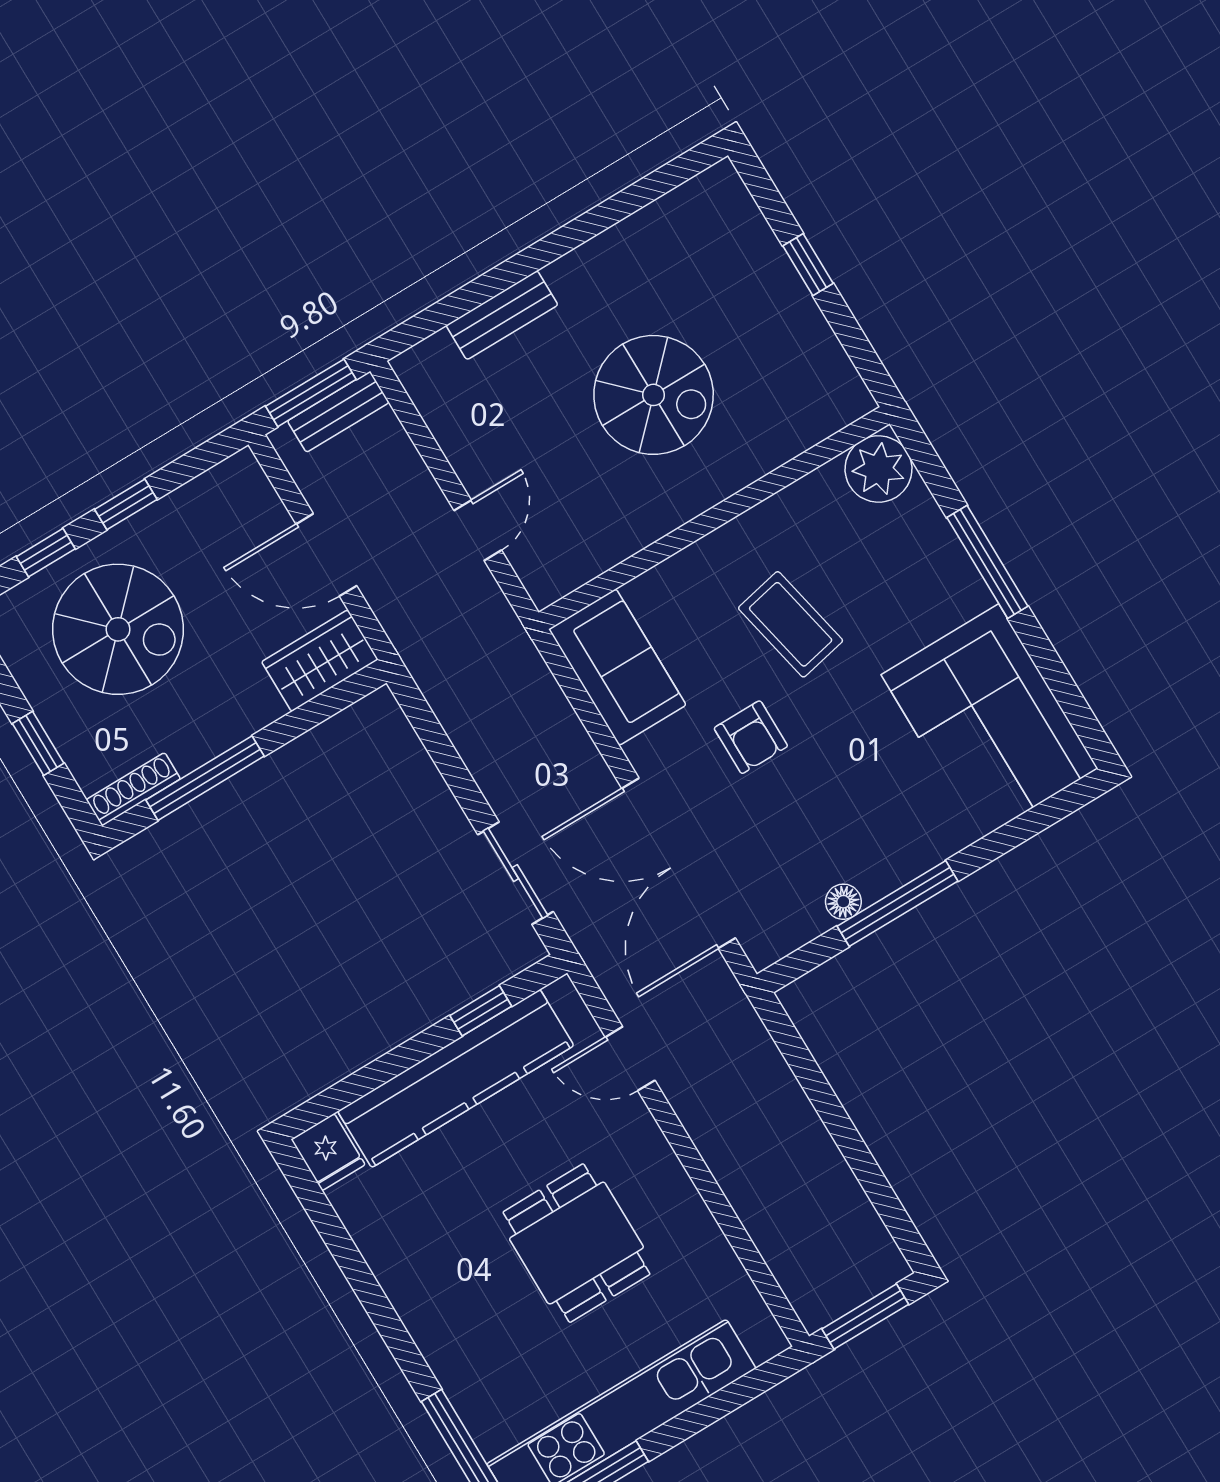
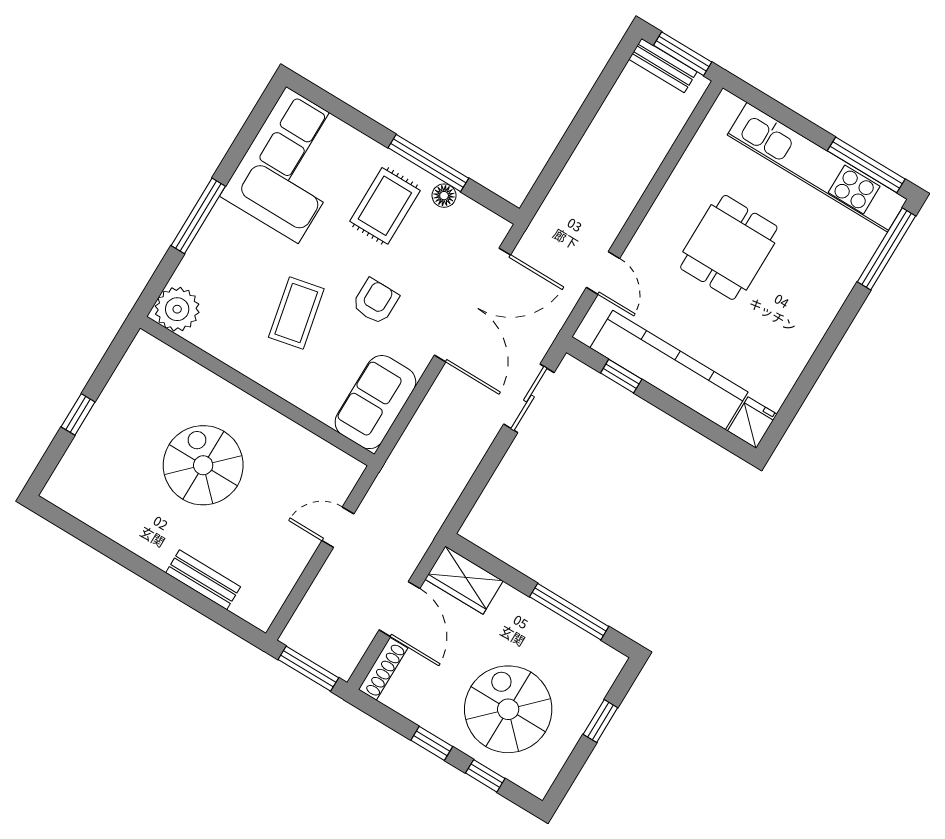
bench: (338, 412) -> (663, 66), moved
shoe rack: (133, 789) -> (383, 669), moved, turned -90
rug: (871, 816) -> (385, 206), added

